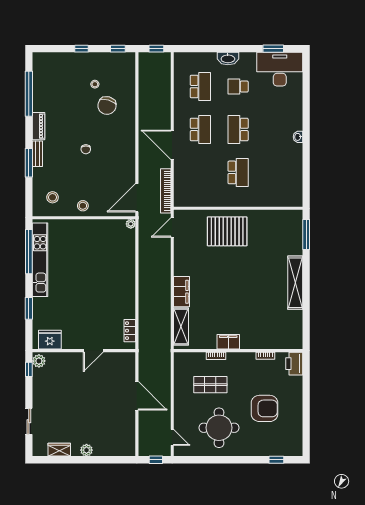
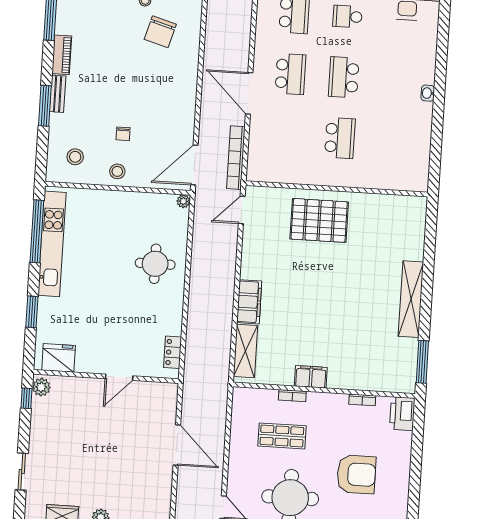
chair: (86, 149) -> (123, 134), moved
window: (306, 235) -> (422, 362), moved
round table: (114, 269) -> (155, 264), added

